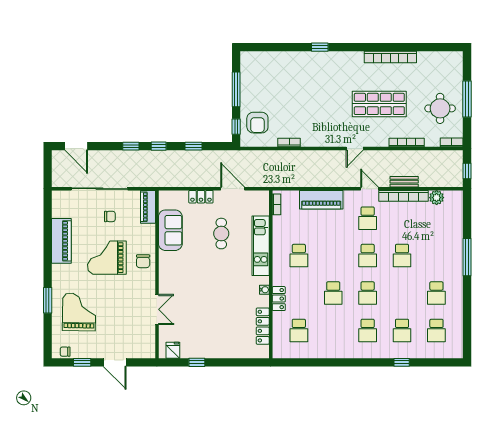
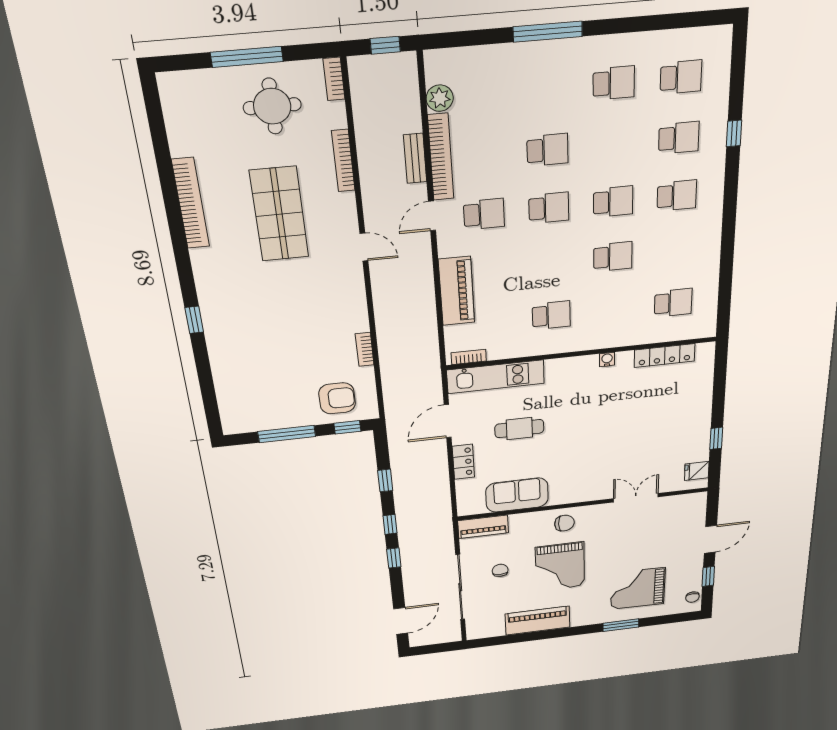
kitchen unit: (261, 246) -> (496, 377), moved
locker: (279, 299) -> (621, 337), removed

